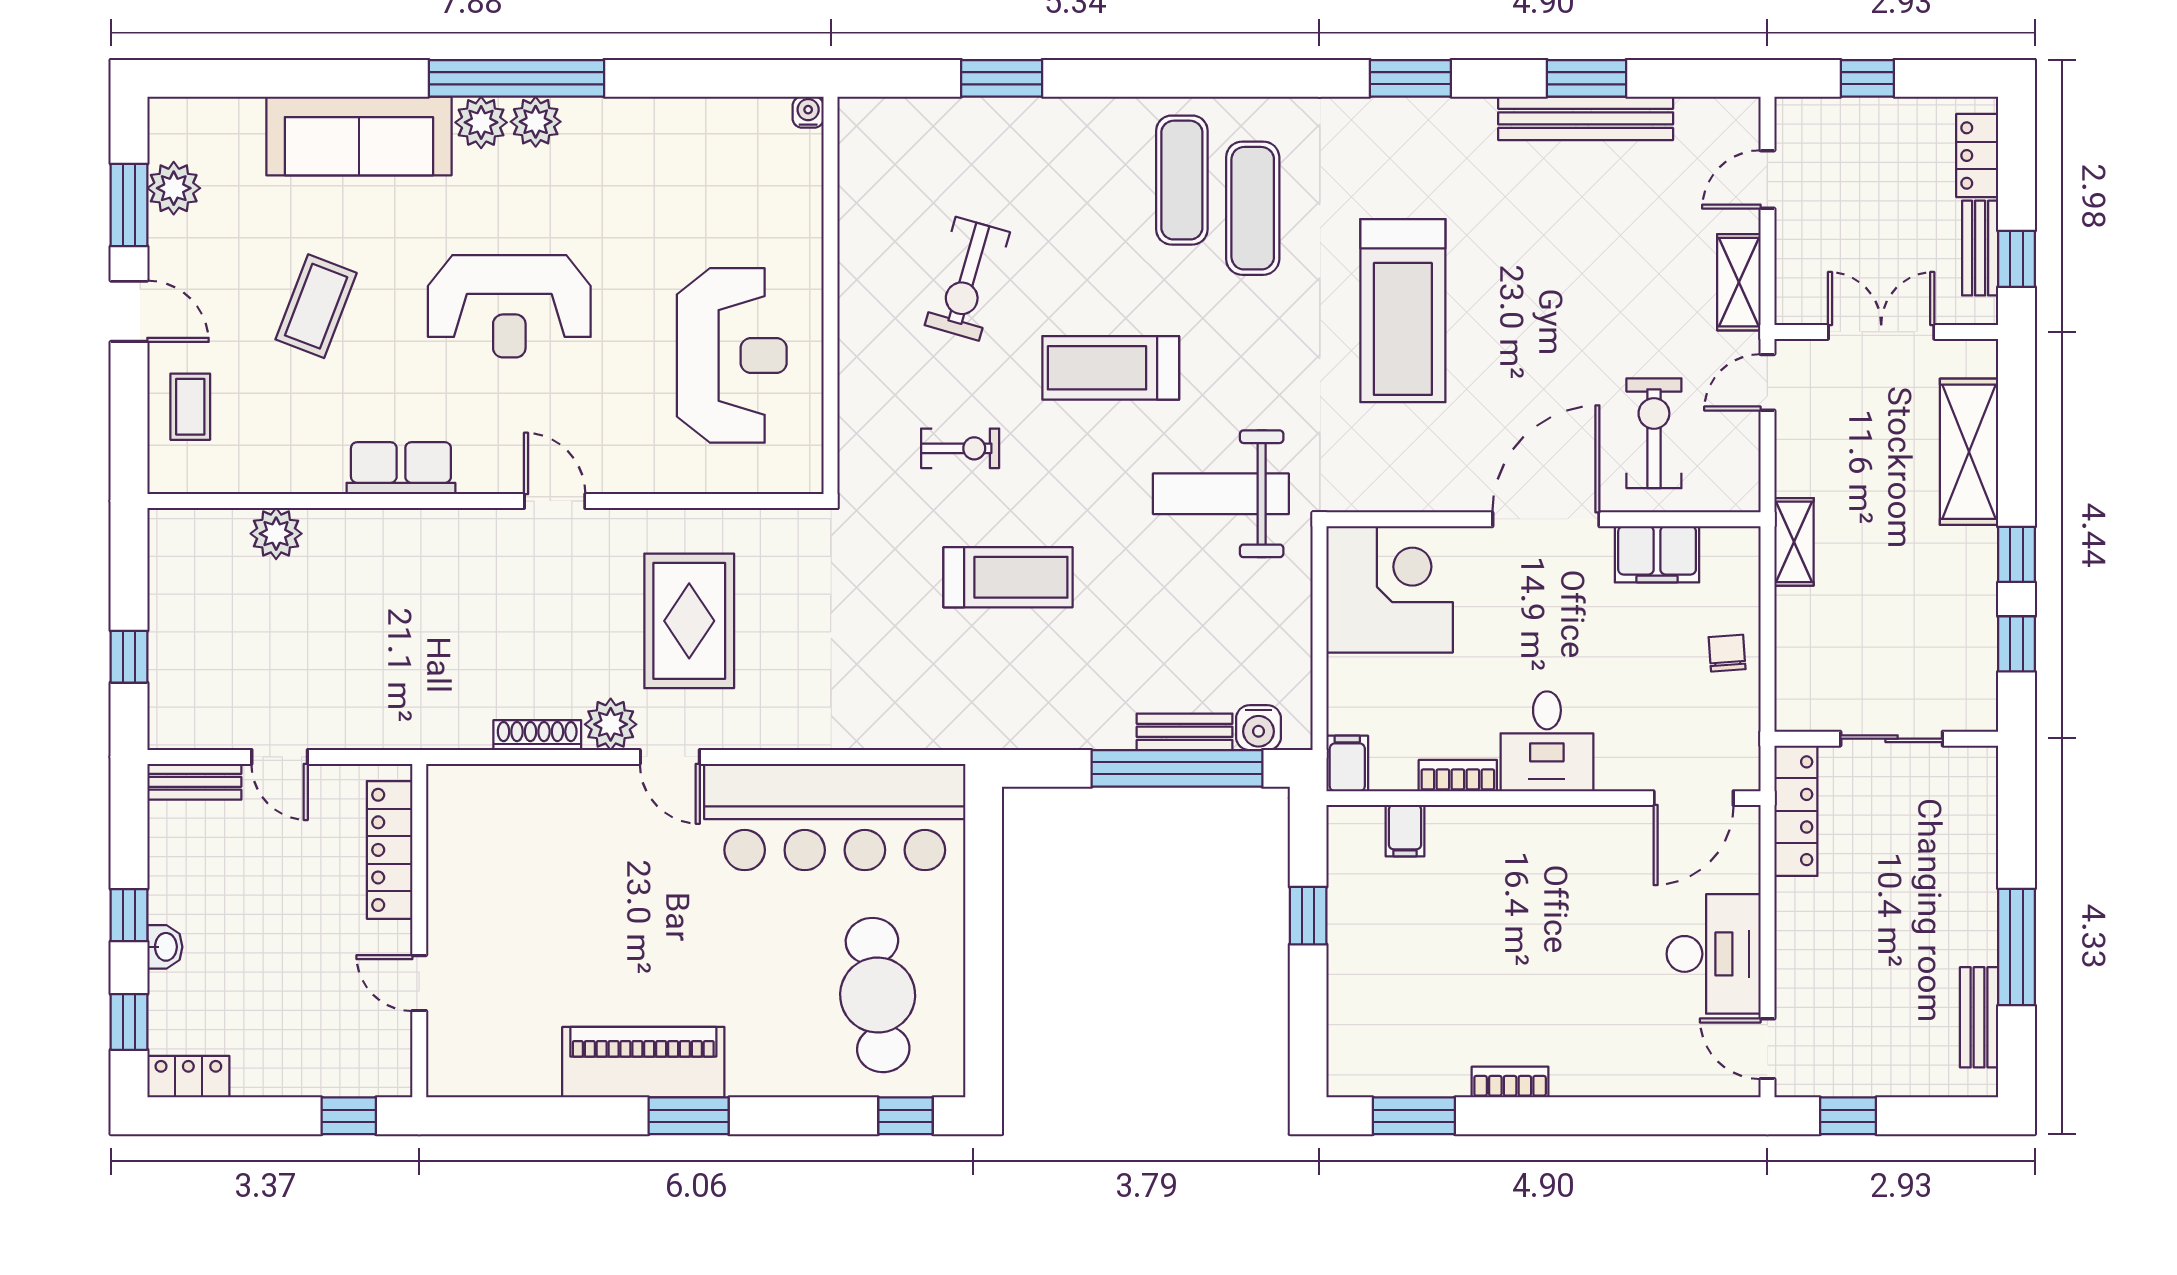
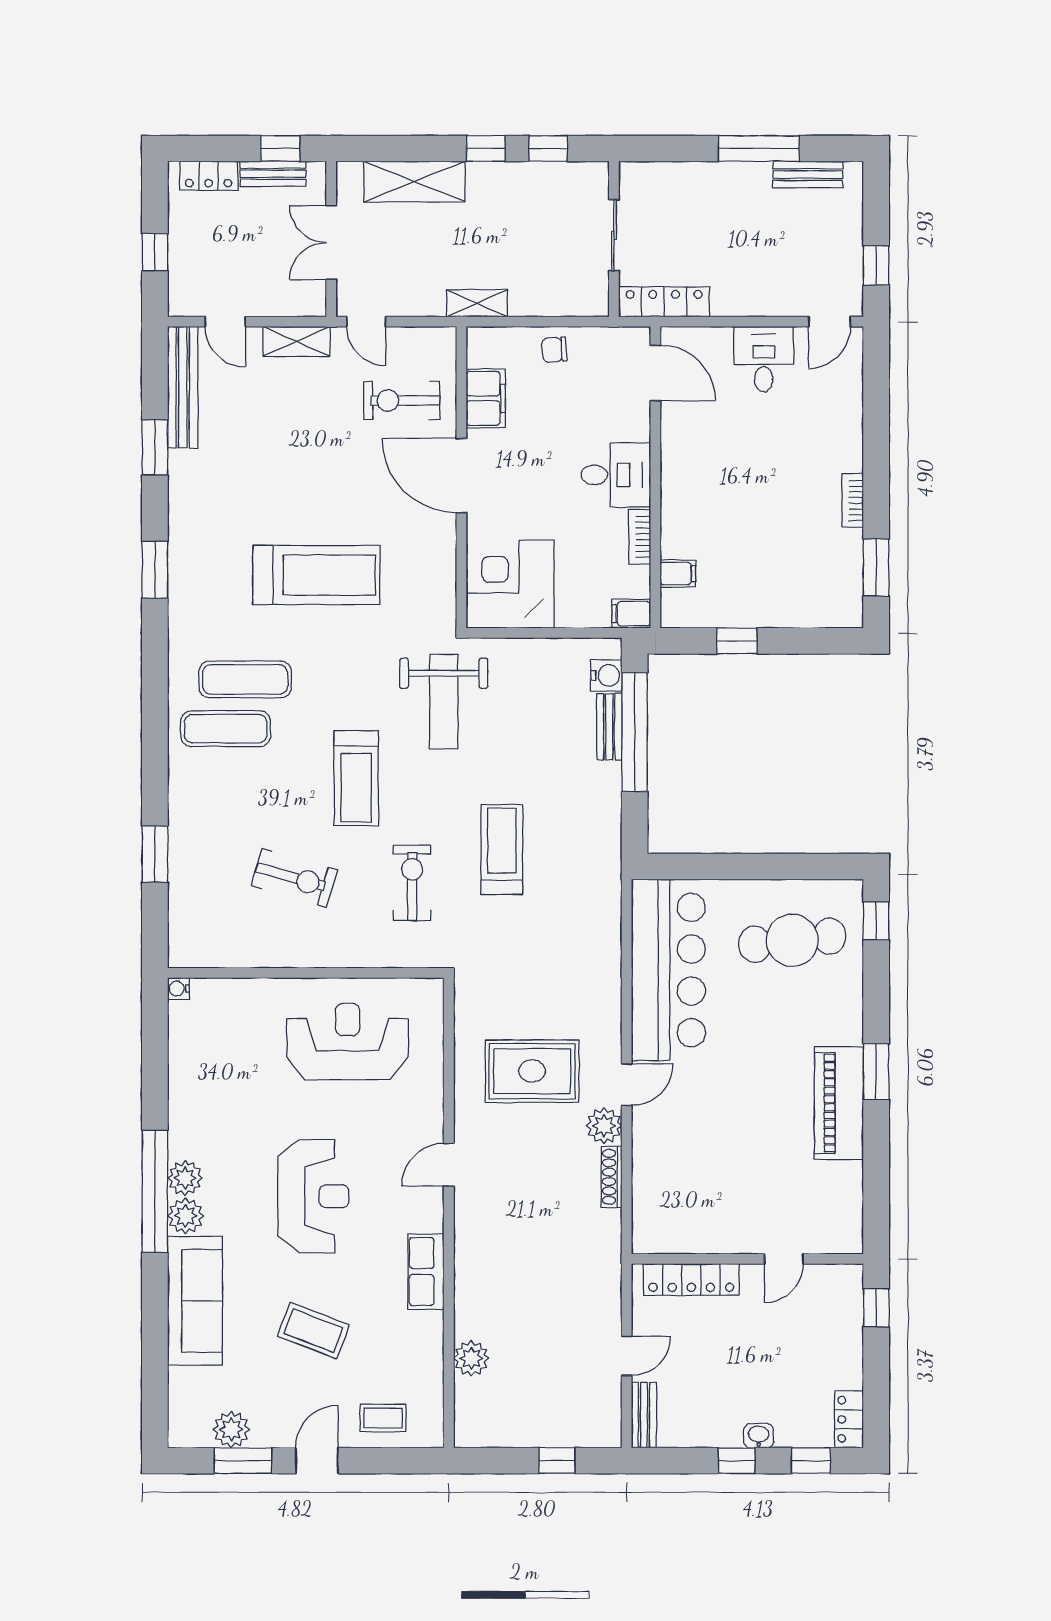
bench: (1586, 118) -> (183, 387), moved
exercise bike: (960, 448) -> (412, 883), width x1.38, depth x1.39
desk: (1714, 954) -> (764, 359), width x0.73

